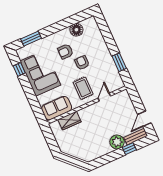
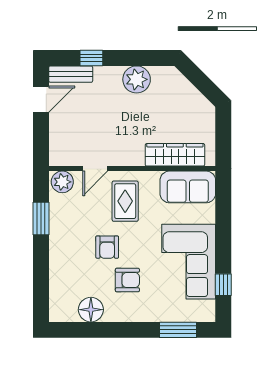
plant: (117, 84) -> (62, 182), added
wardrobe: (69, 121) -> (175, 155), width x1.50
plant: (117, 142) -> (137, 79), moved

